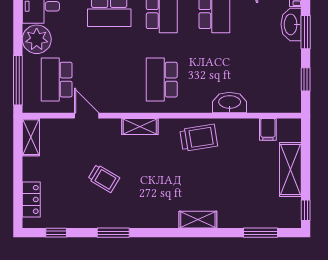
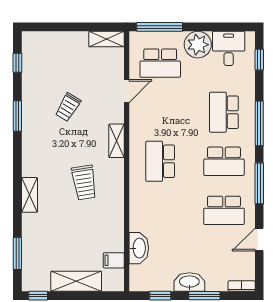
washbasin: (291, 24) -> (189, 282), moved
school desk: (57, 80) -> (160, 63), turned 180
school desk: (162, 80) -> (160, 161), turned -90
washbasin: (230, 103) -> (139, 248), moved
trolley: (199, 138) -> (84, 182), moved
locker: (31, 199) -> (48, 39), removed

